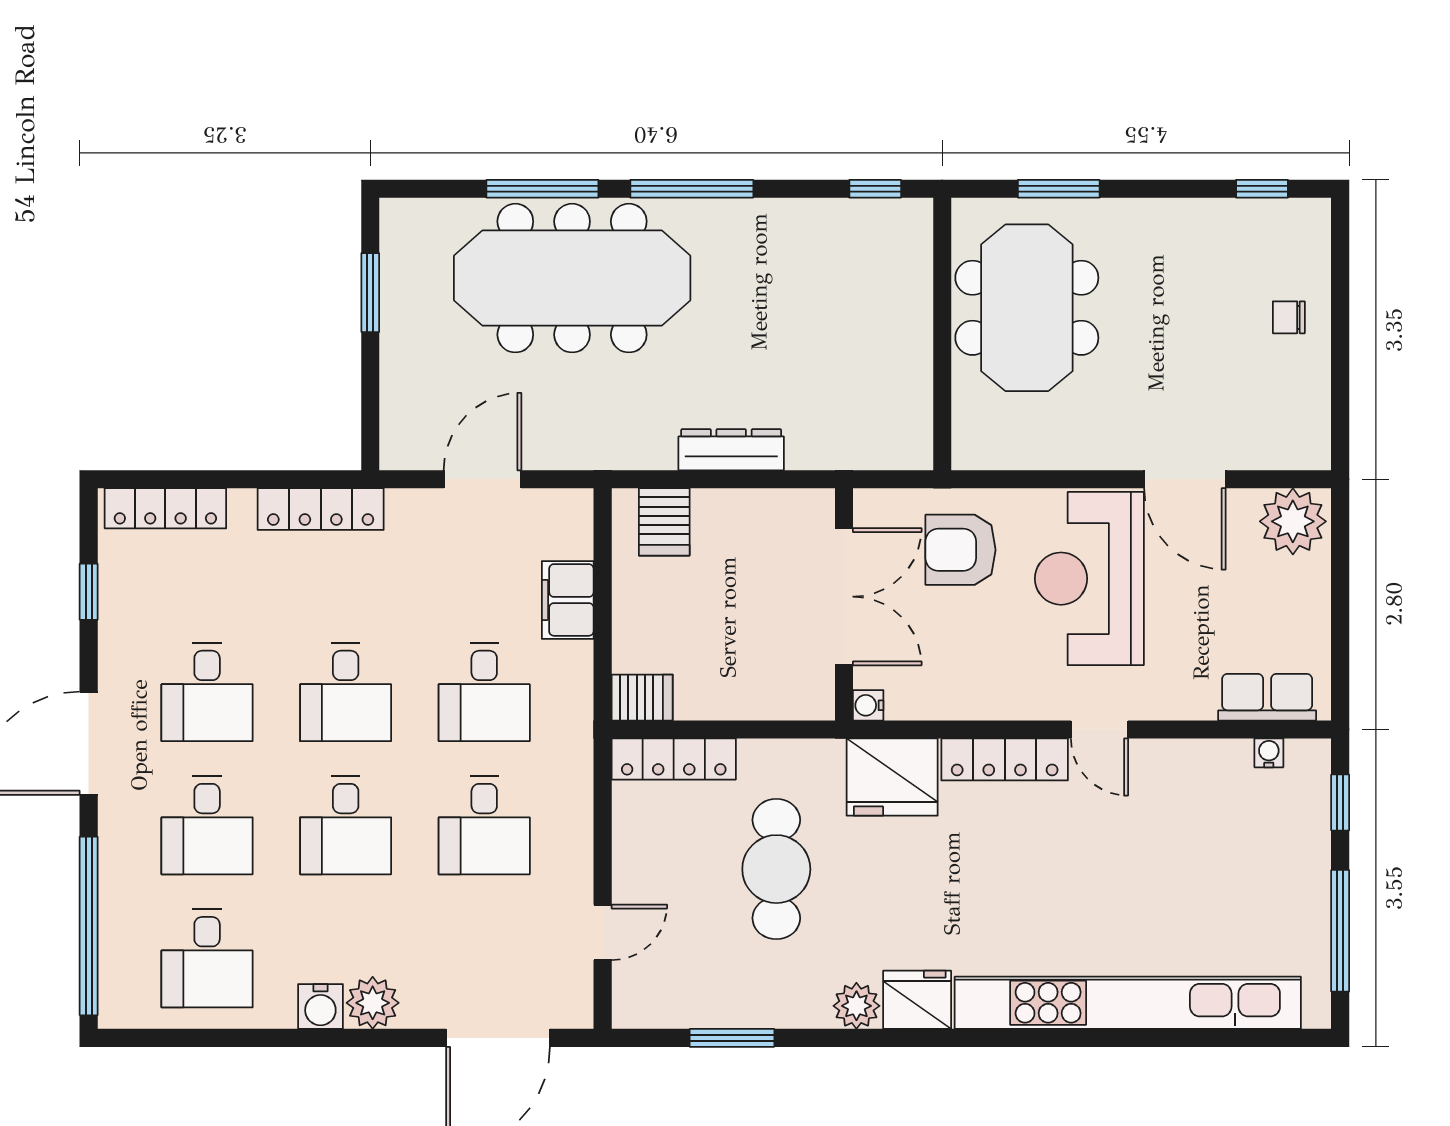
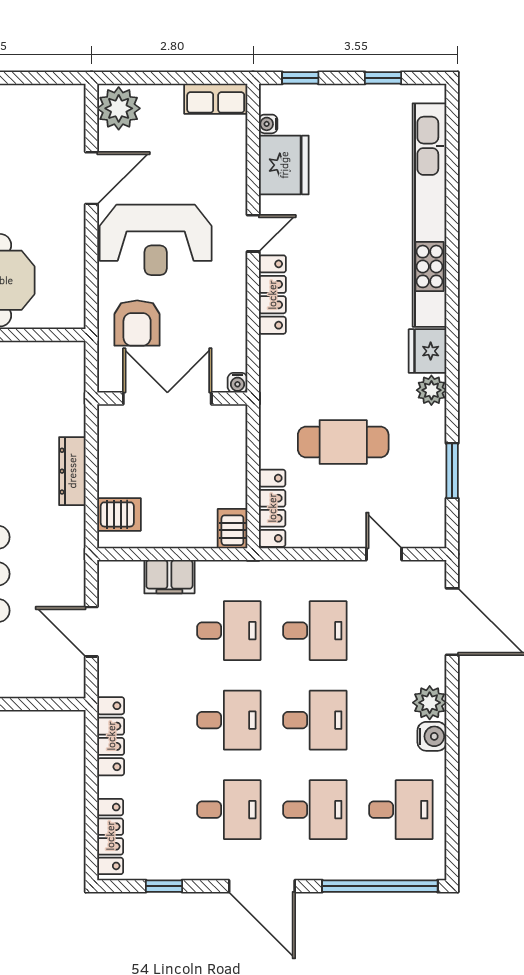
row of seats: (1267, 697) -> (216, 99), moved, turned -90
fridge: (892, 777) -> (284, 165), moved
window: (1340, 931) -> (383, 78), width x0.46

